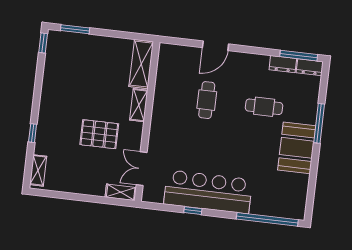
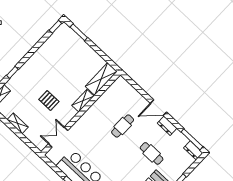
door: (216, 46) -> (158, 108), moved
dresser: (283, 64) -> (167, 126), moved
pallet: (99, 134) -> (49, 101), width x0.67, depth x0.71
shelving: (121, 192) -> (18, 123), moved

